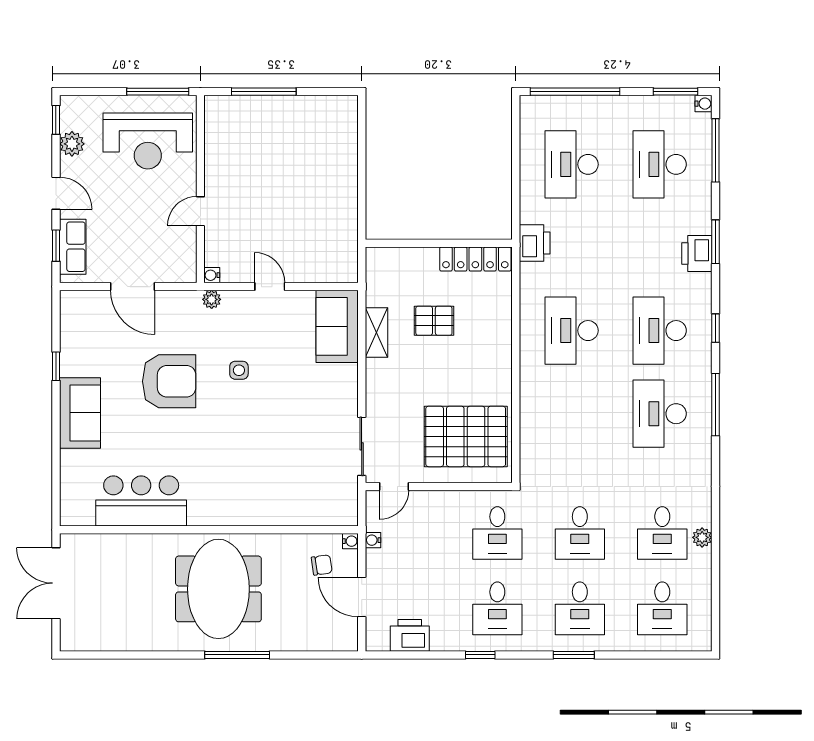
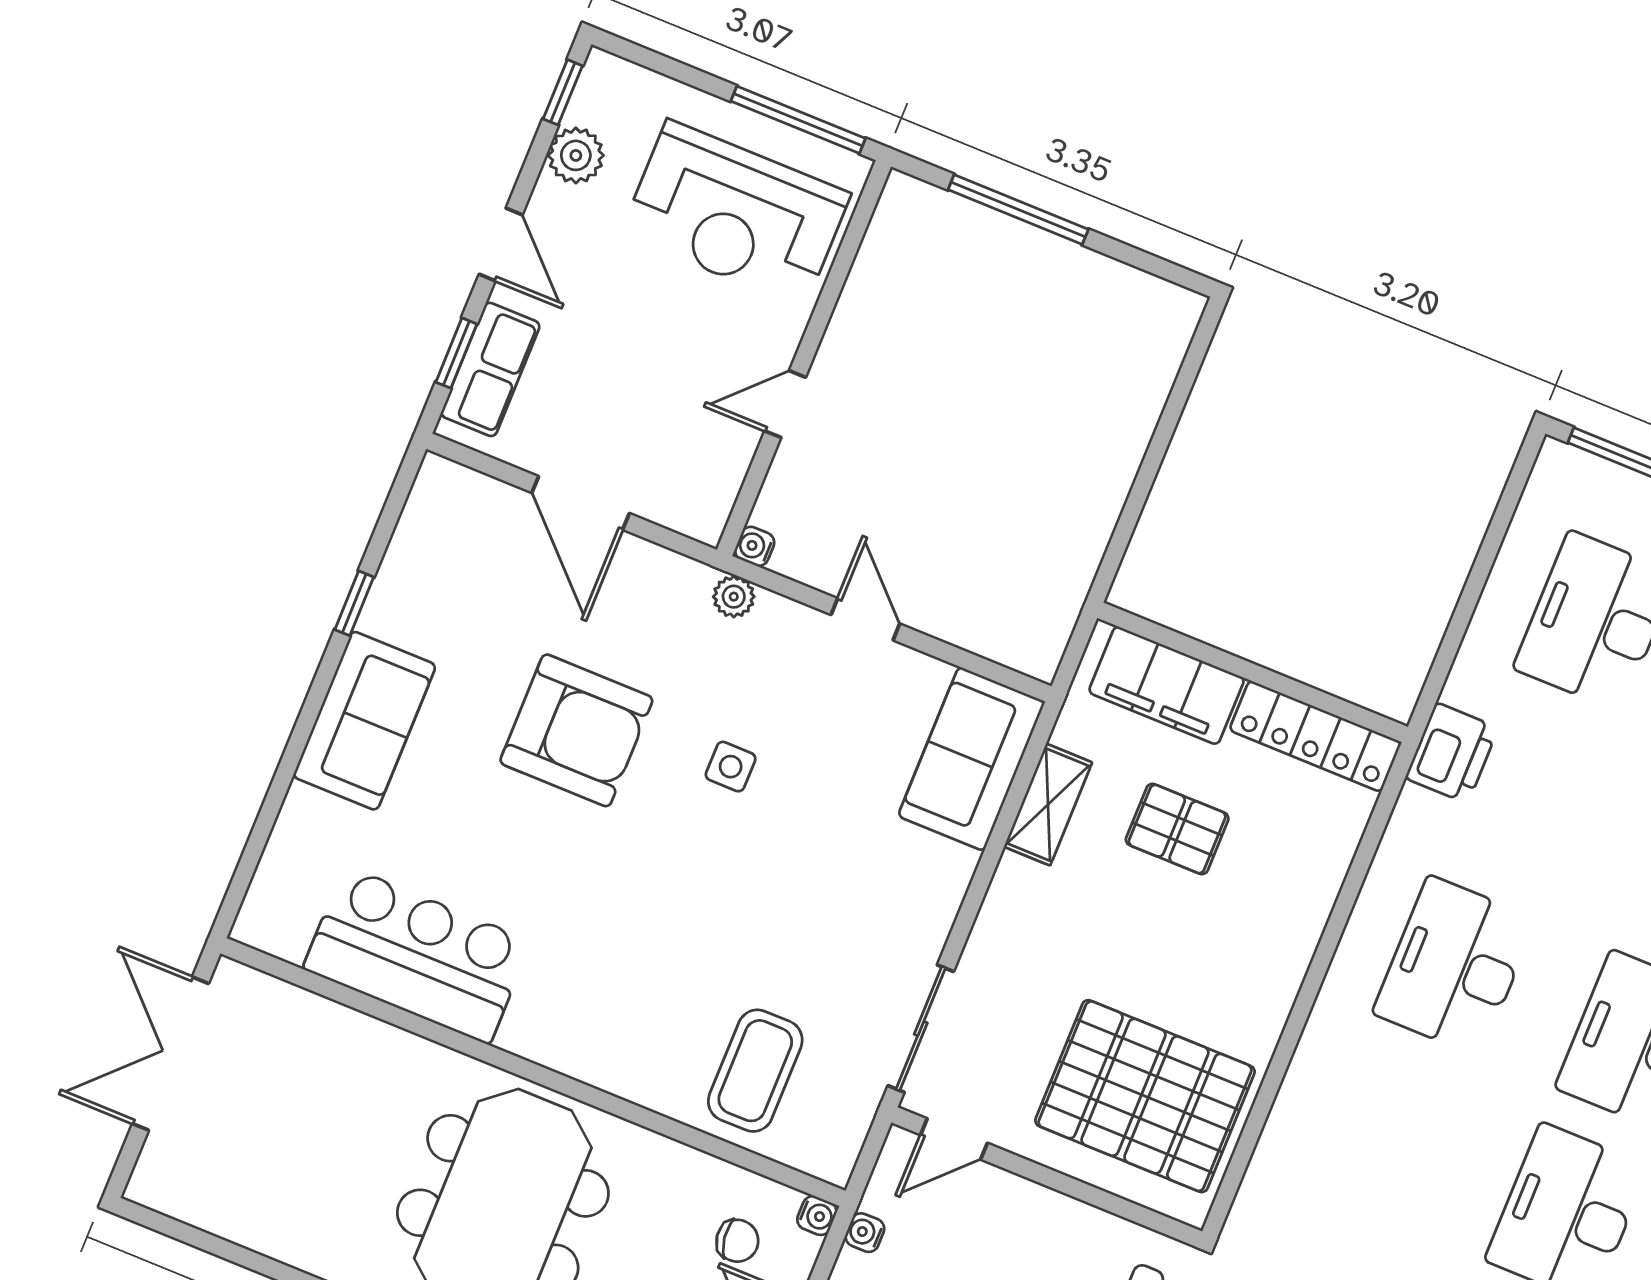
filing cabinet: (405, 263) -> (1167, 685), added
coffee table: (300, 492) -> (755, 1071), added

